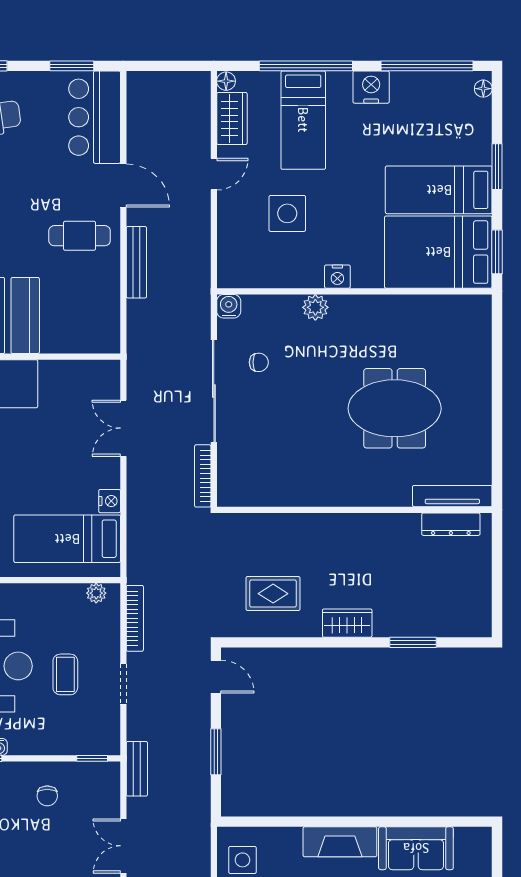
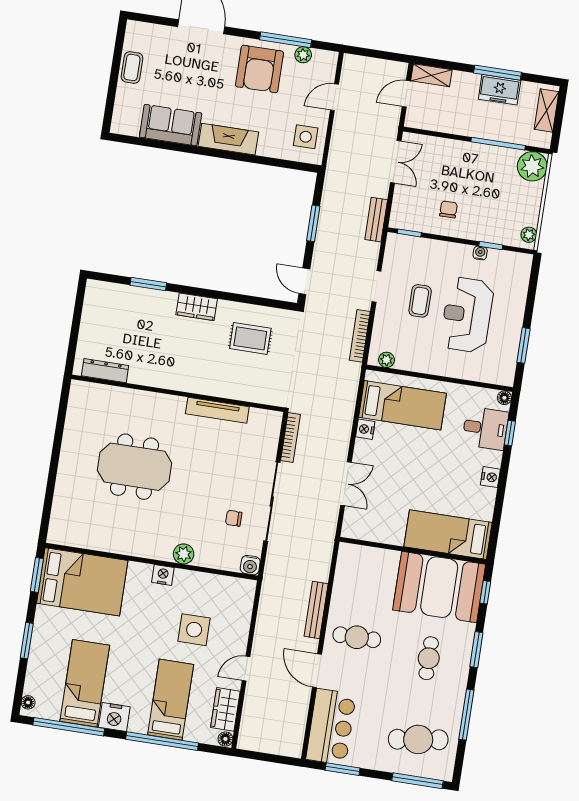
bed: (439, 190) -> (85, 683), moved, turned -90
tv unit: (452, 496) -> (217, 410), moved

